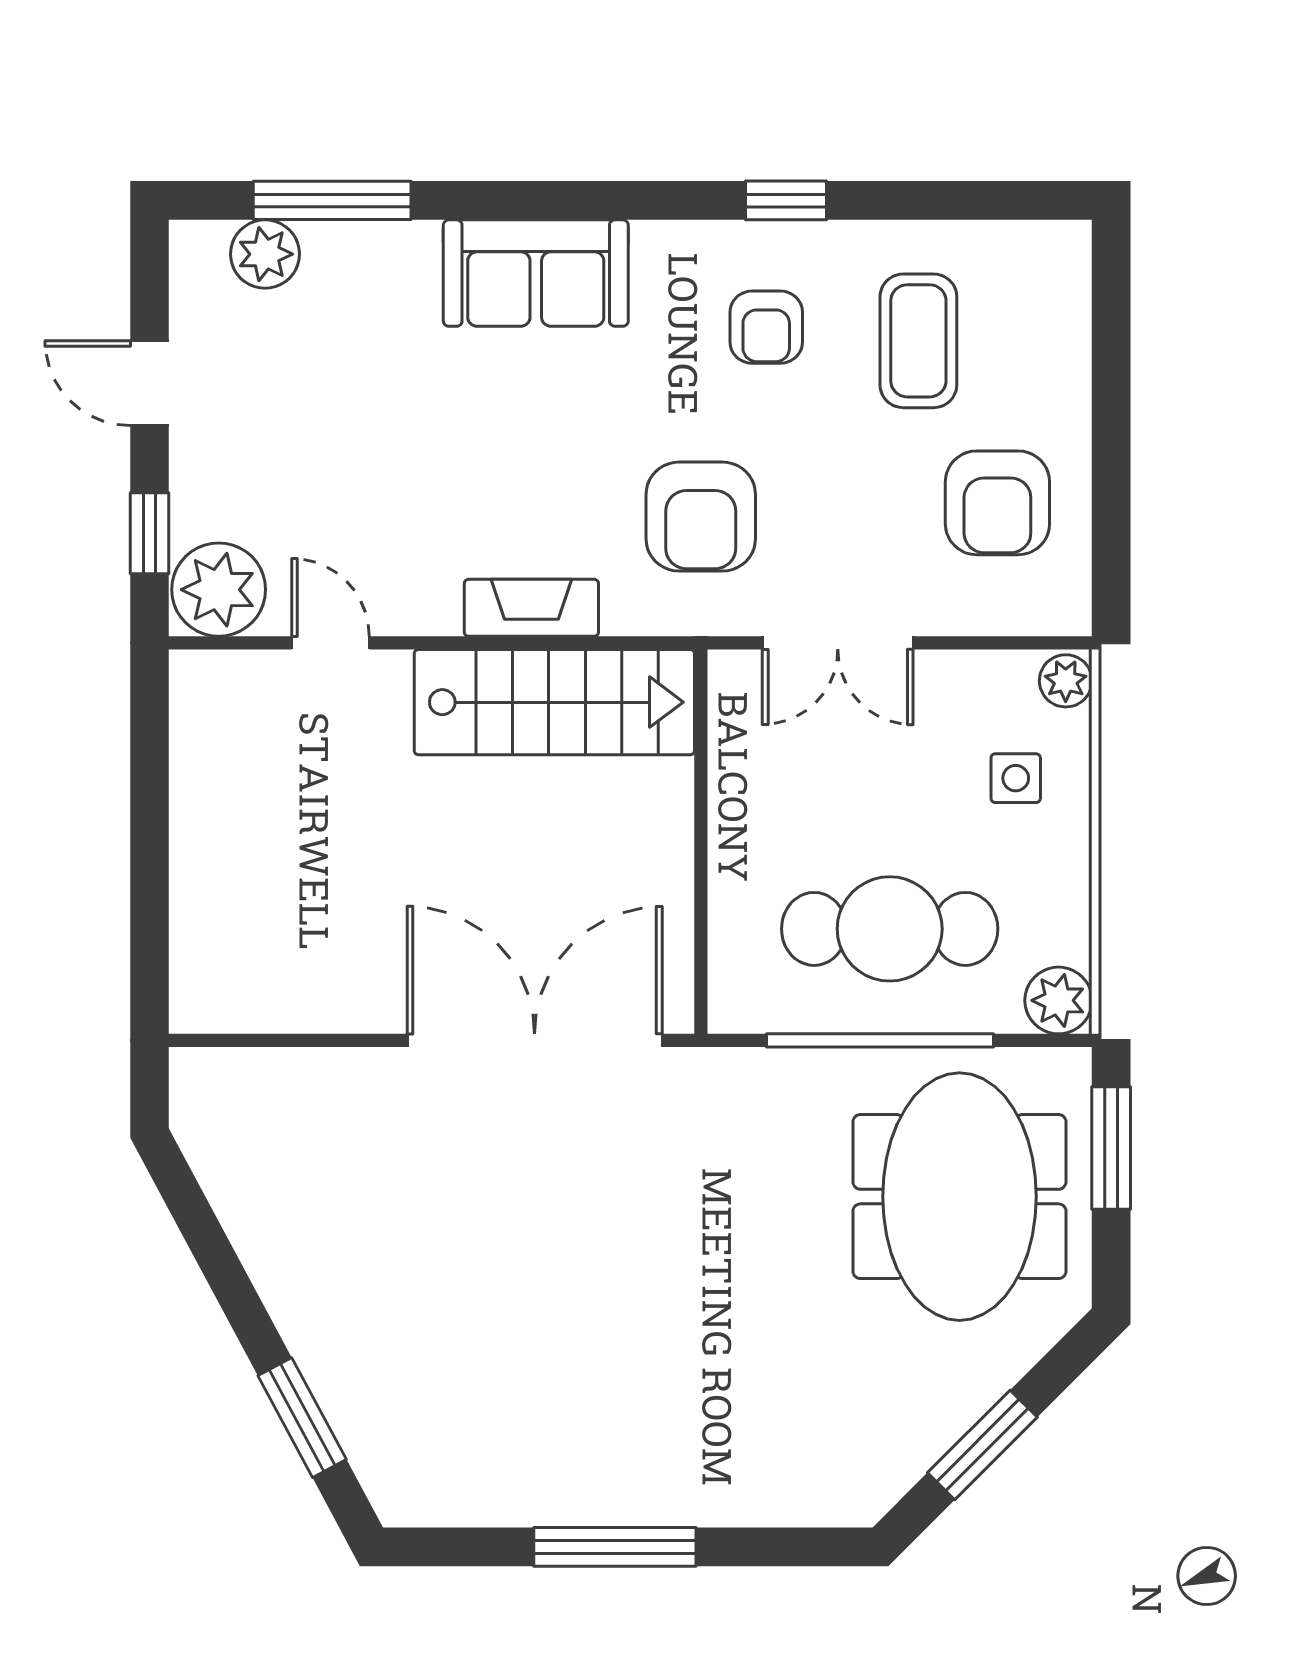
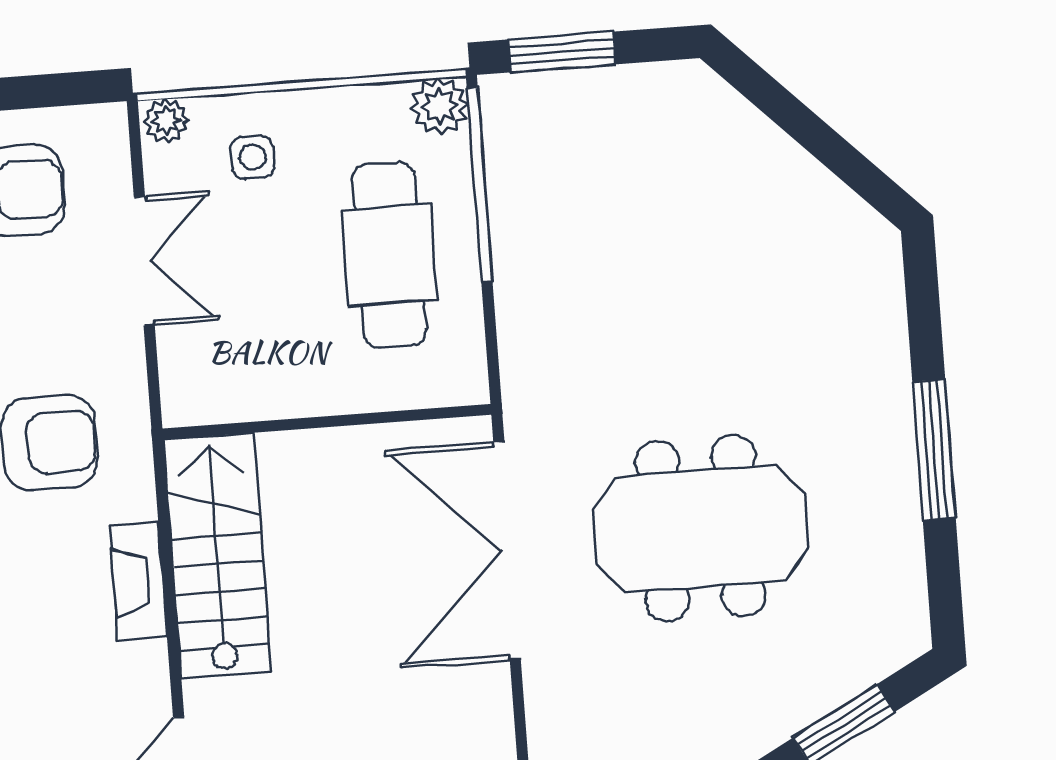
double door: (838, 643) -> (144, 261), moved
window: (880, 1040) -> (480, 185), moved
meeting table: (959, 1197) -> (700, 528), moved
window: (982, 1445) -> (823, 143), removed

